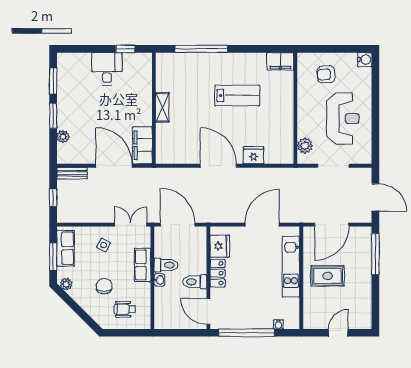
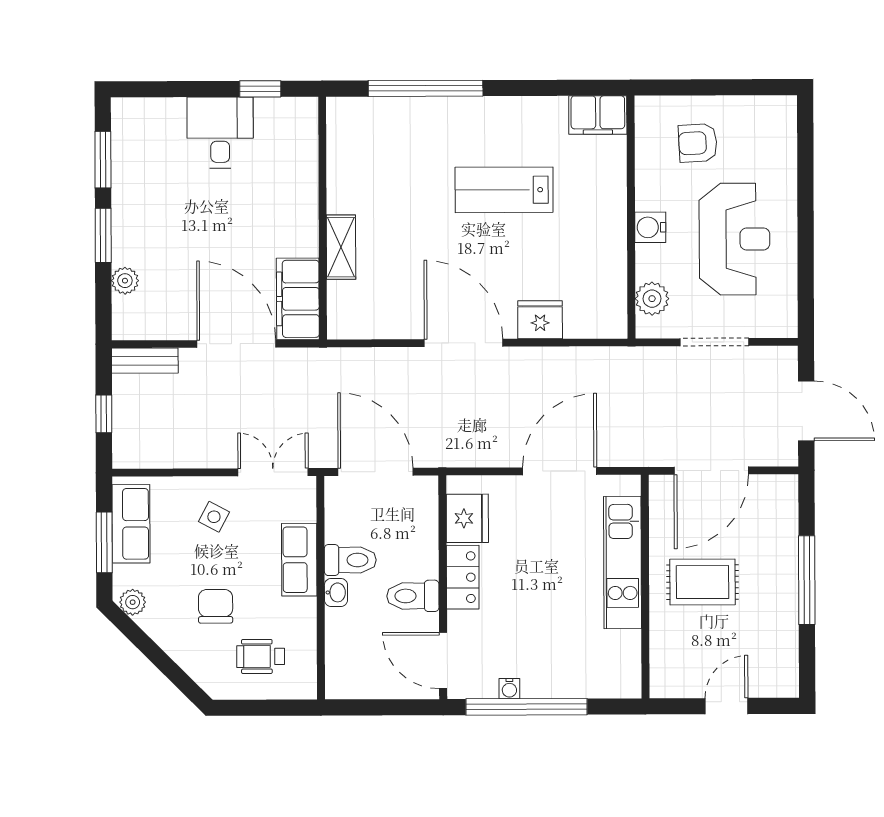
water cooler: (365, 60) -> (650, 227), moved, turned 180
lab bench: (237, 96) -> (504, 190), turned 180
shelving: (162, 107) -> (341, 247), moved
window: (375, 254) -> (807, 580), moved
water cooler: (278, 324) -> (509, 689), moved

